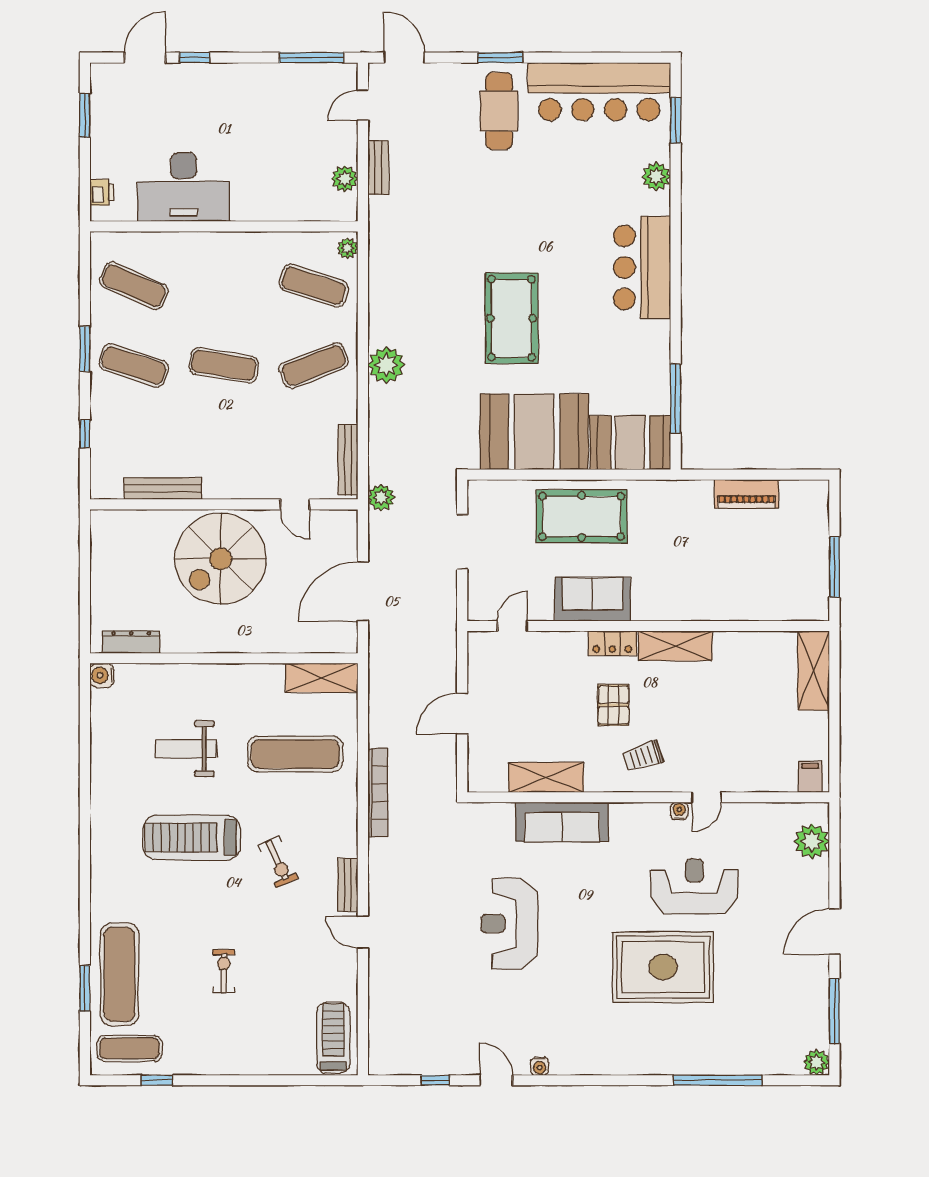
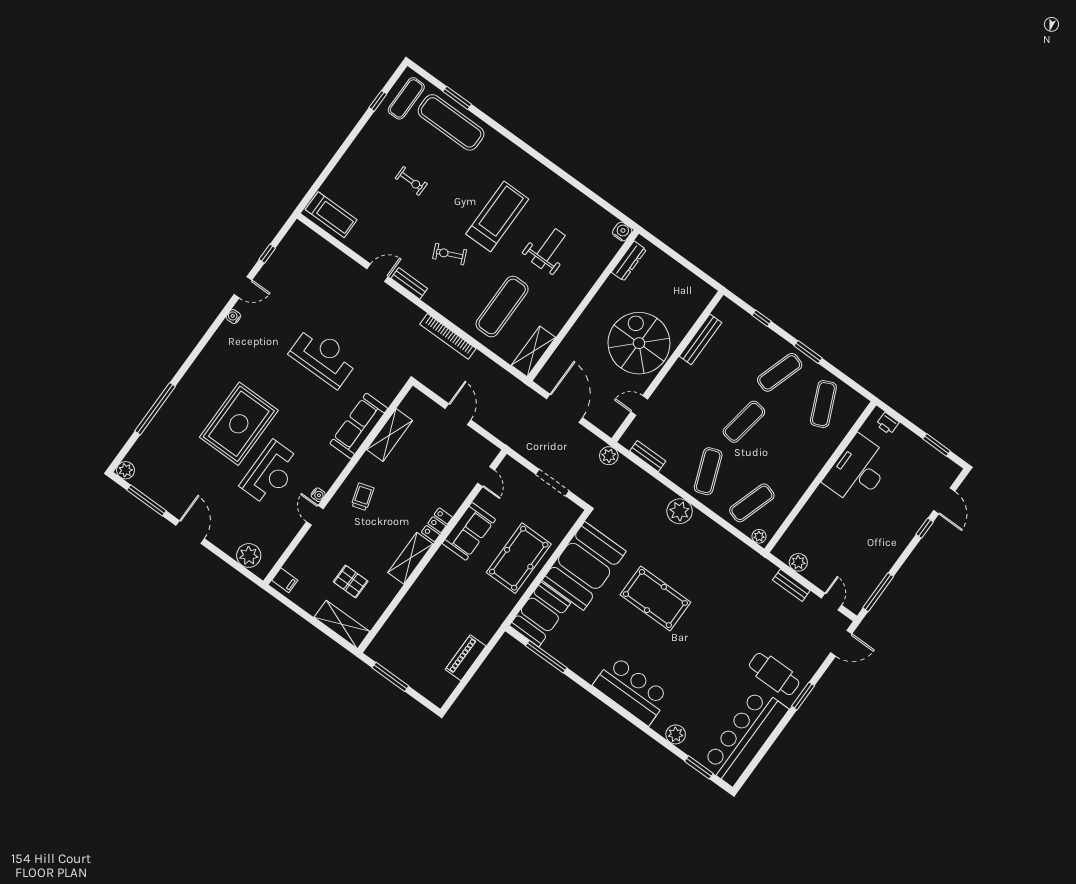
exercise mat: (134, 286) -> (823, 404), turned -48
bench: (348, 460) -> (648, 456), width x0.73
pallet: (613, 705) -> (351, 581), moved

